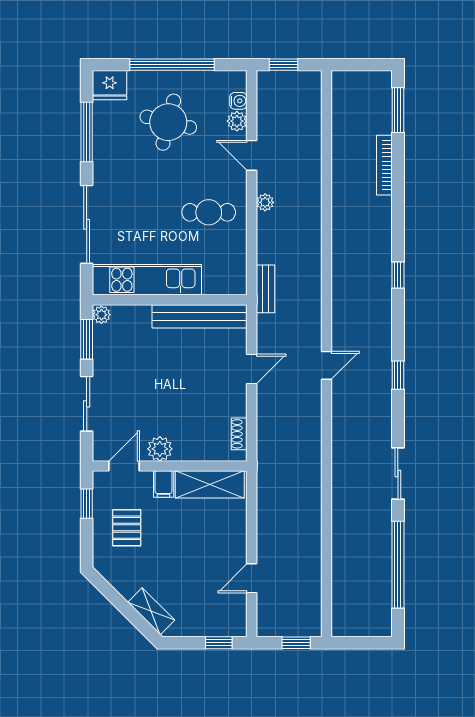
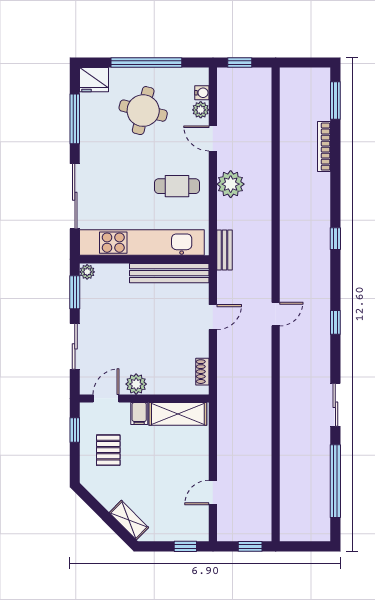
plant: (265, 202) -> (231, 184), width x1.87, depth x1.87
kitchen unit: (147, 280) -> (142, 243), width x1.36

